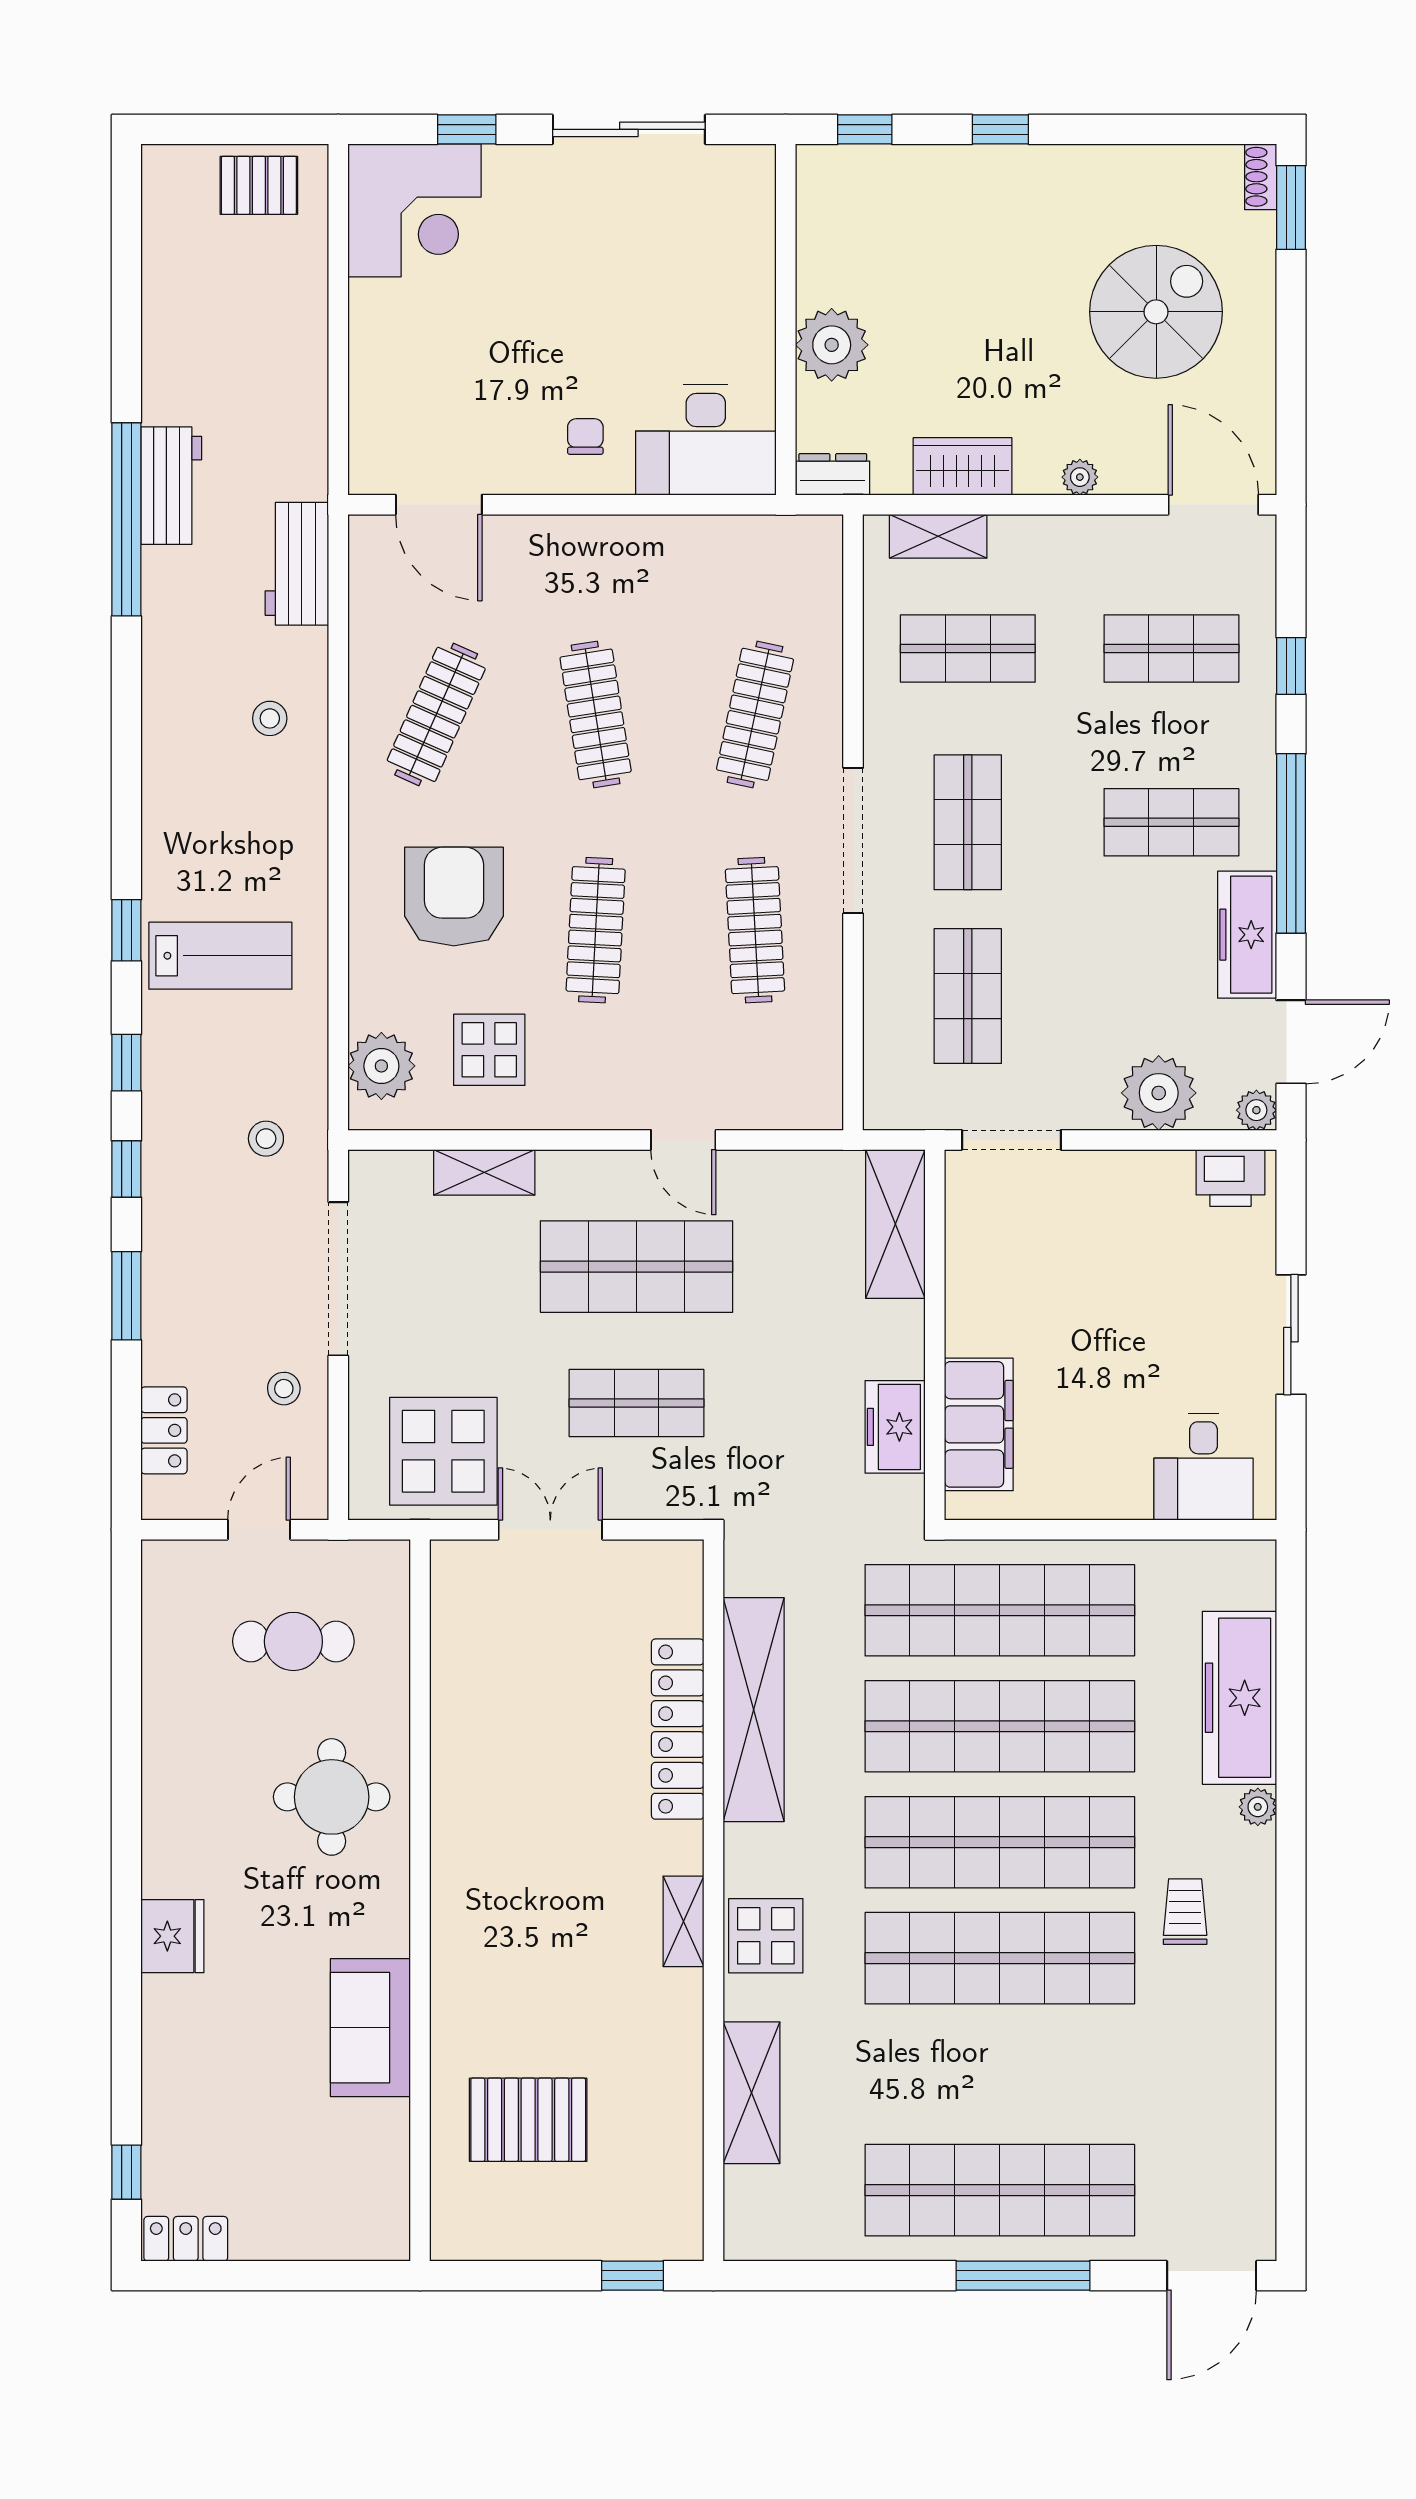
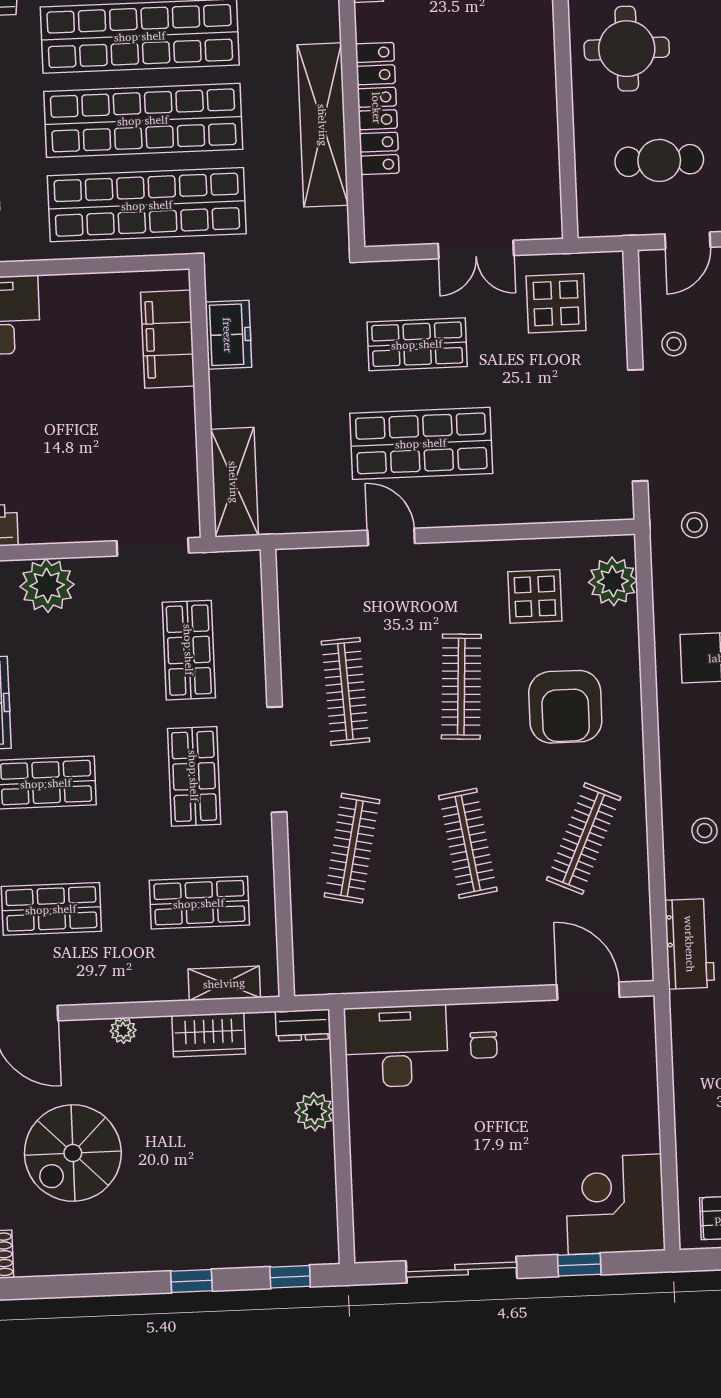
plant: (832, 345) -> (314, 1112), width x0.73, depth x0.73
shelving: (484, 1172) -> (535, 507), removed
display table: (443, 1451) -> (556, 303), width x0.73, depth x0.73

